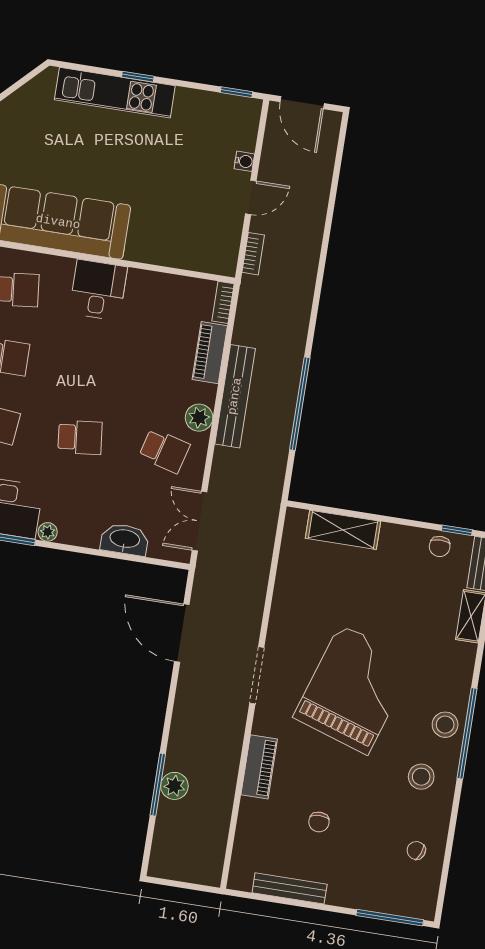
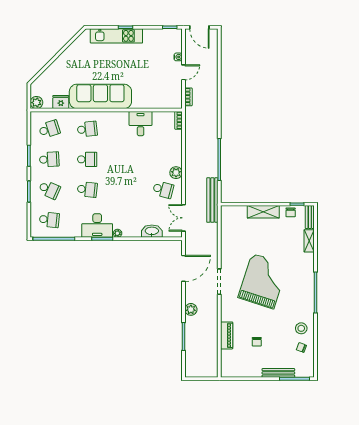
desk: (98, 290) -> (141, 124), moved
piano: (210, 353) -> (176, 143), removed
bench: (235, 396) -> (212, 200), moved
school desk: (80, 437) -> (125, 190), removed
shelving: (343, 530) -> (263, 212), moved
door: (182, 633) -> (183, 268), swing flipped
stool: (445, 725) -> (305, 290), removed
piano: (259, 767) -> (227, 335), moved
stool: (421, 777) -> (301, 328), moved
plant: (174, 786) -> (191, 309), moved
bench: (290, 888) -> (278, 373), moved

